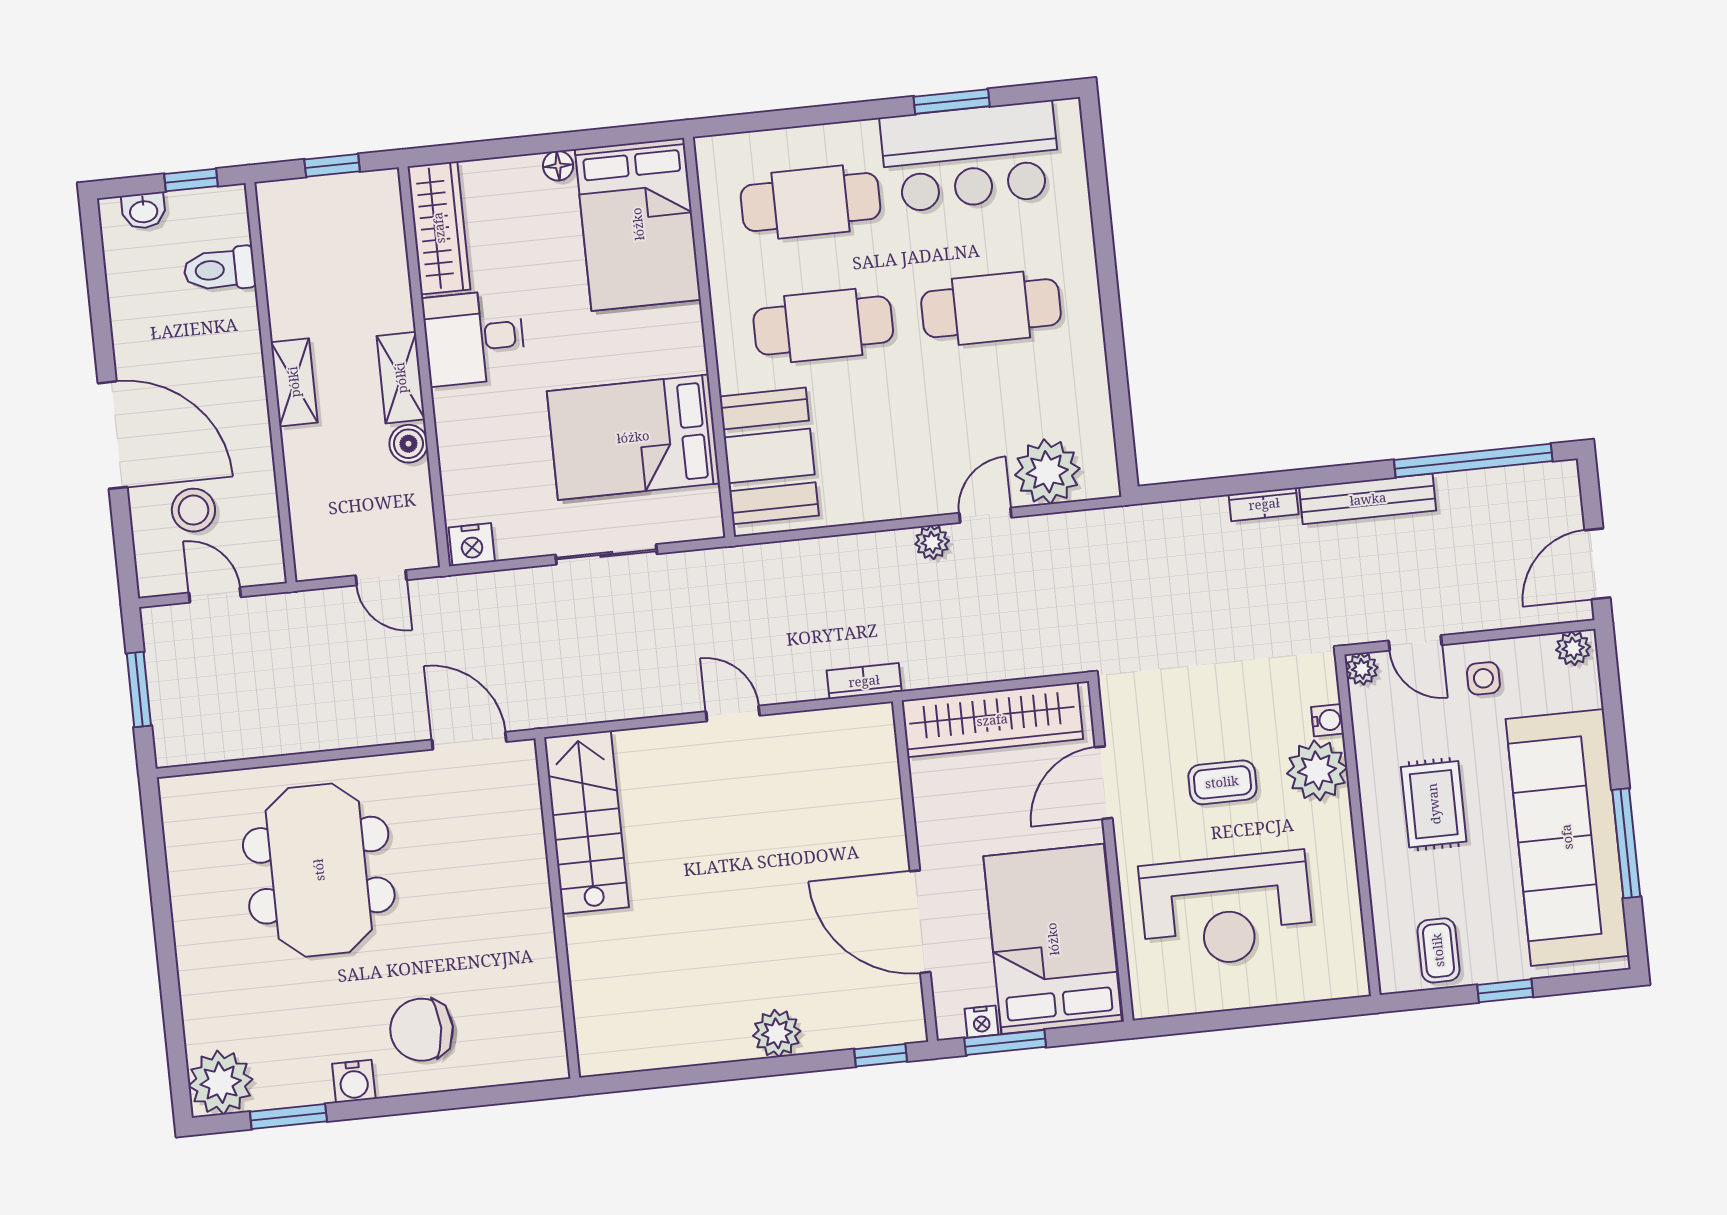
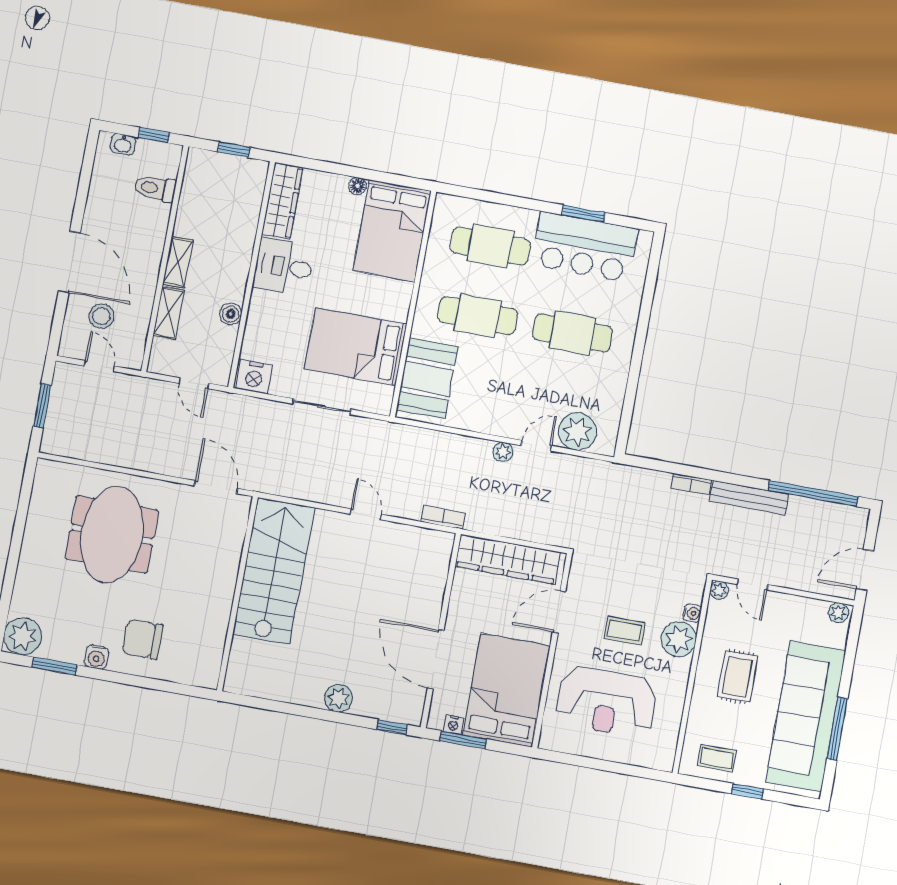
shelving: (401, 378) -> (169, 313), moved
nightstand: (472, 545) -> (254, 377), width x1.36, depth x1.33
side table: (1483, 678) -> (784, 615), removed
stairs: (586, 822) -> (274, 571), width x1.36, depth x1.51
coffee table: (1438, 950) -> (717, 758), turned 90

